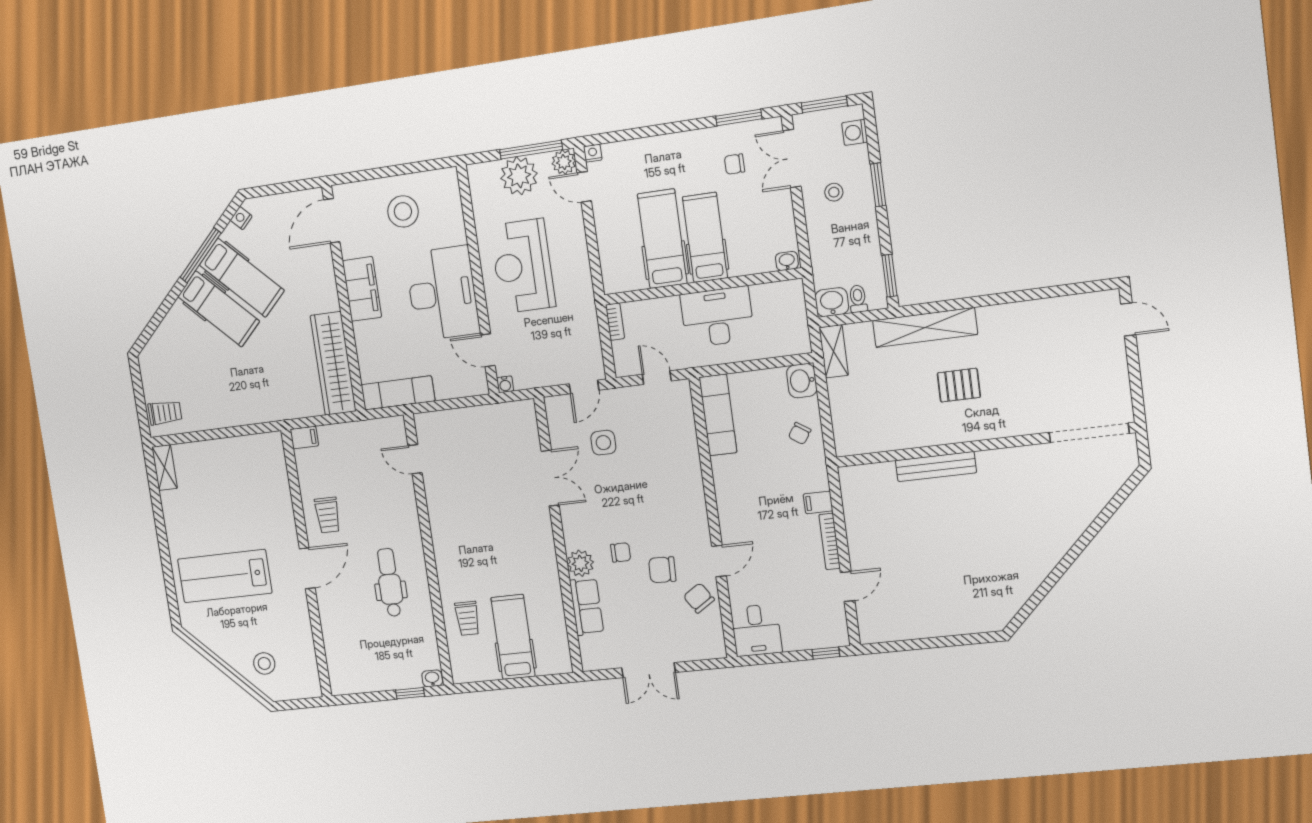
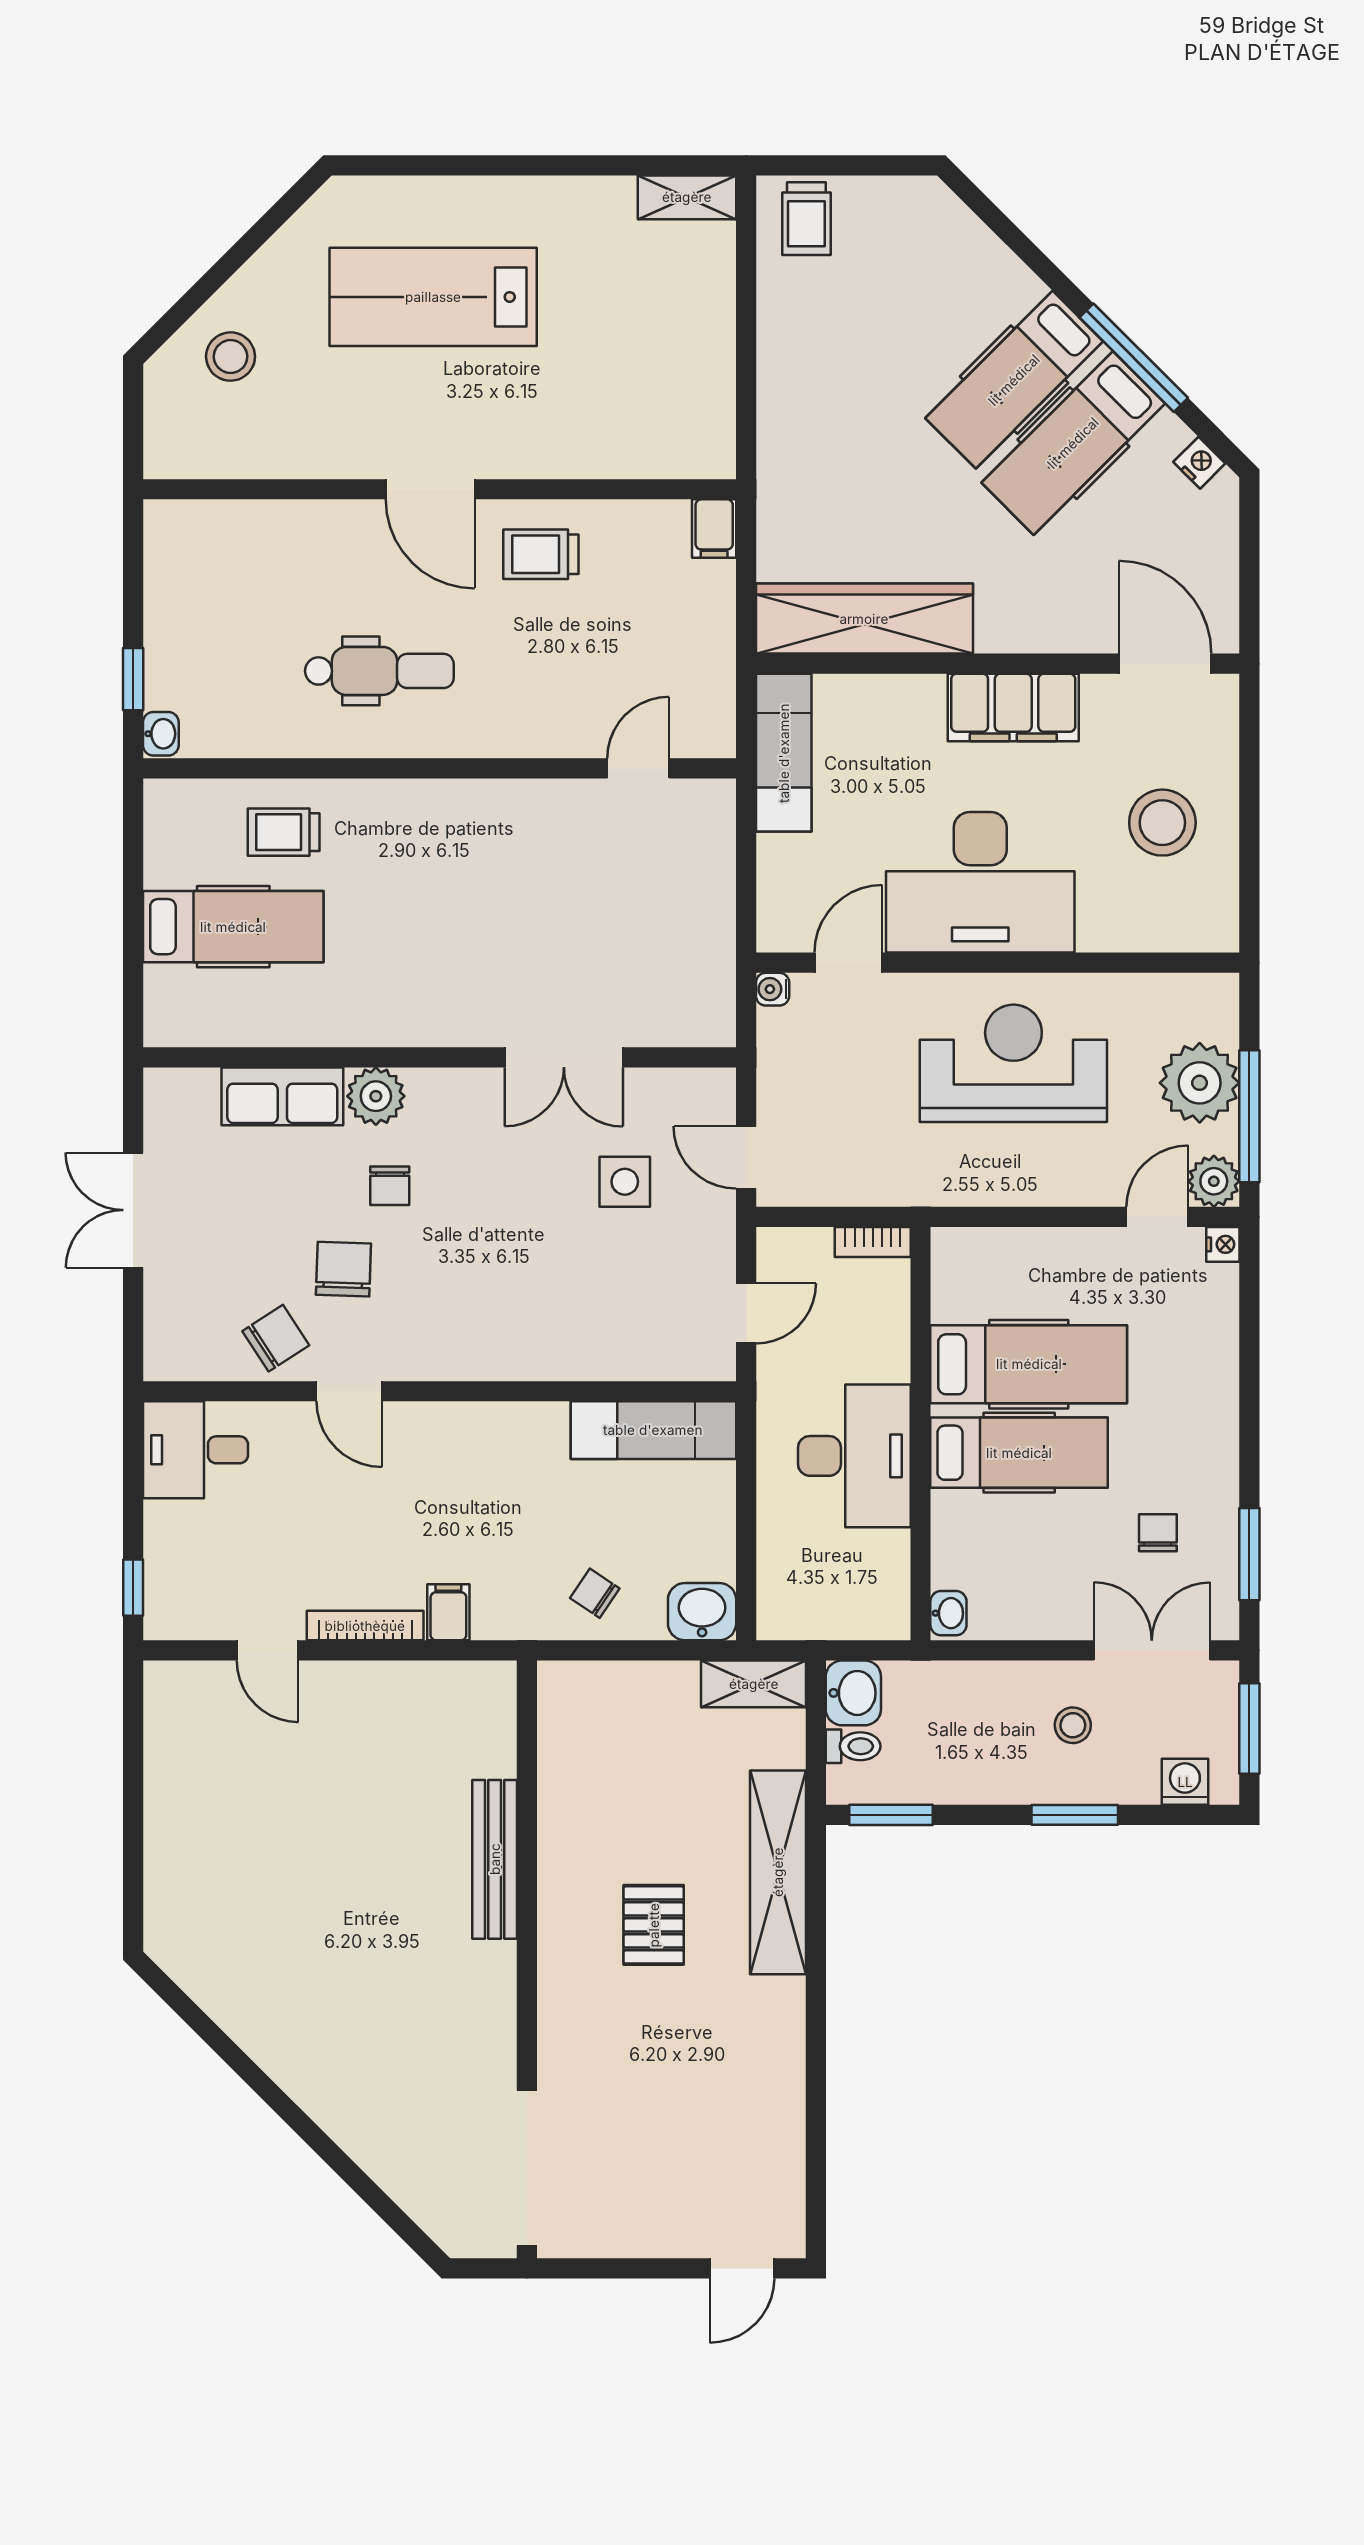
lab bench: (225, 576) -> (433, 297), turned -90

